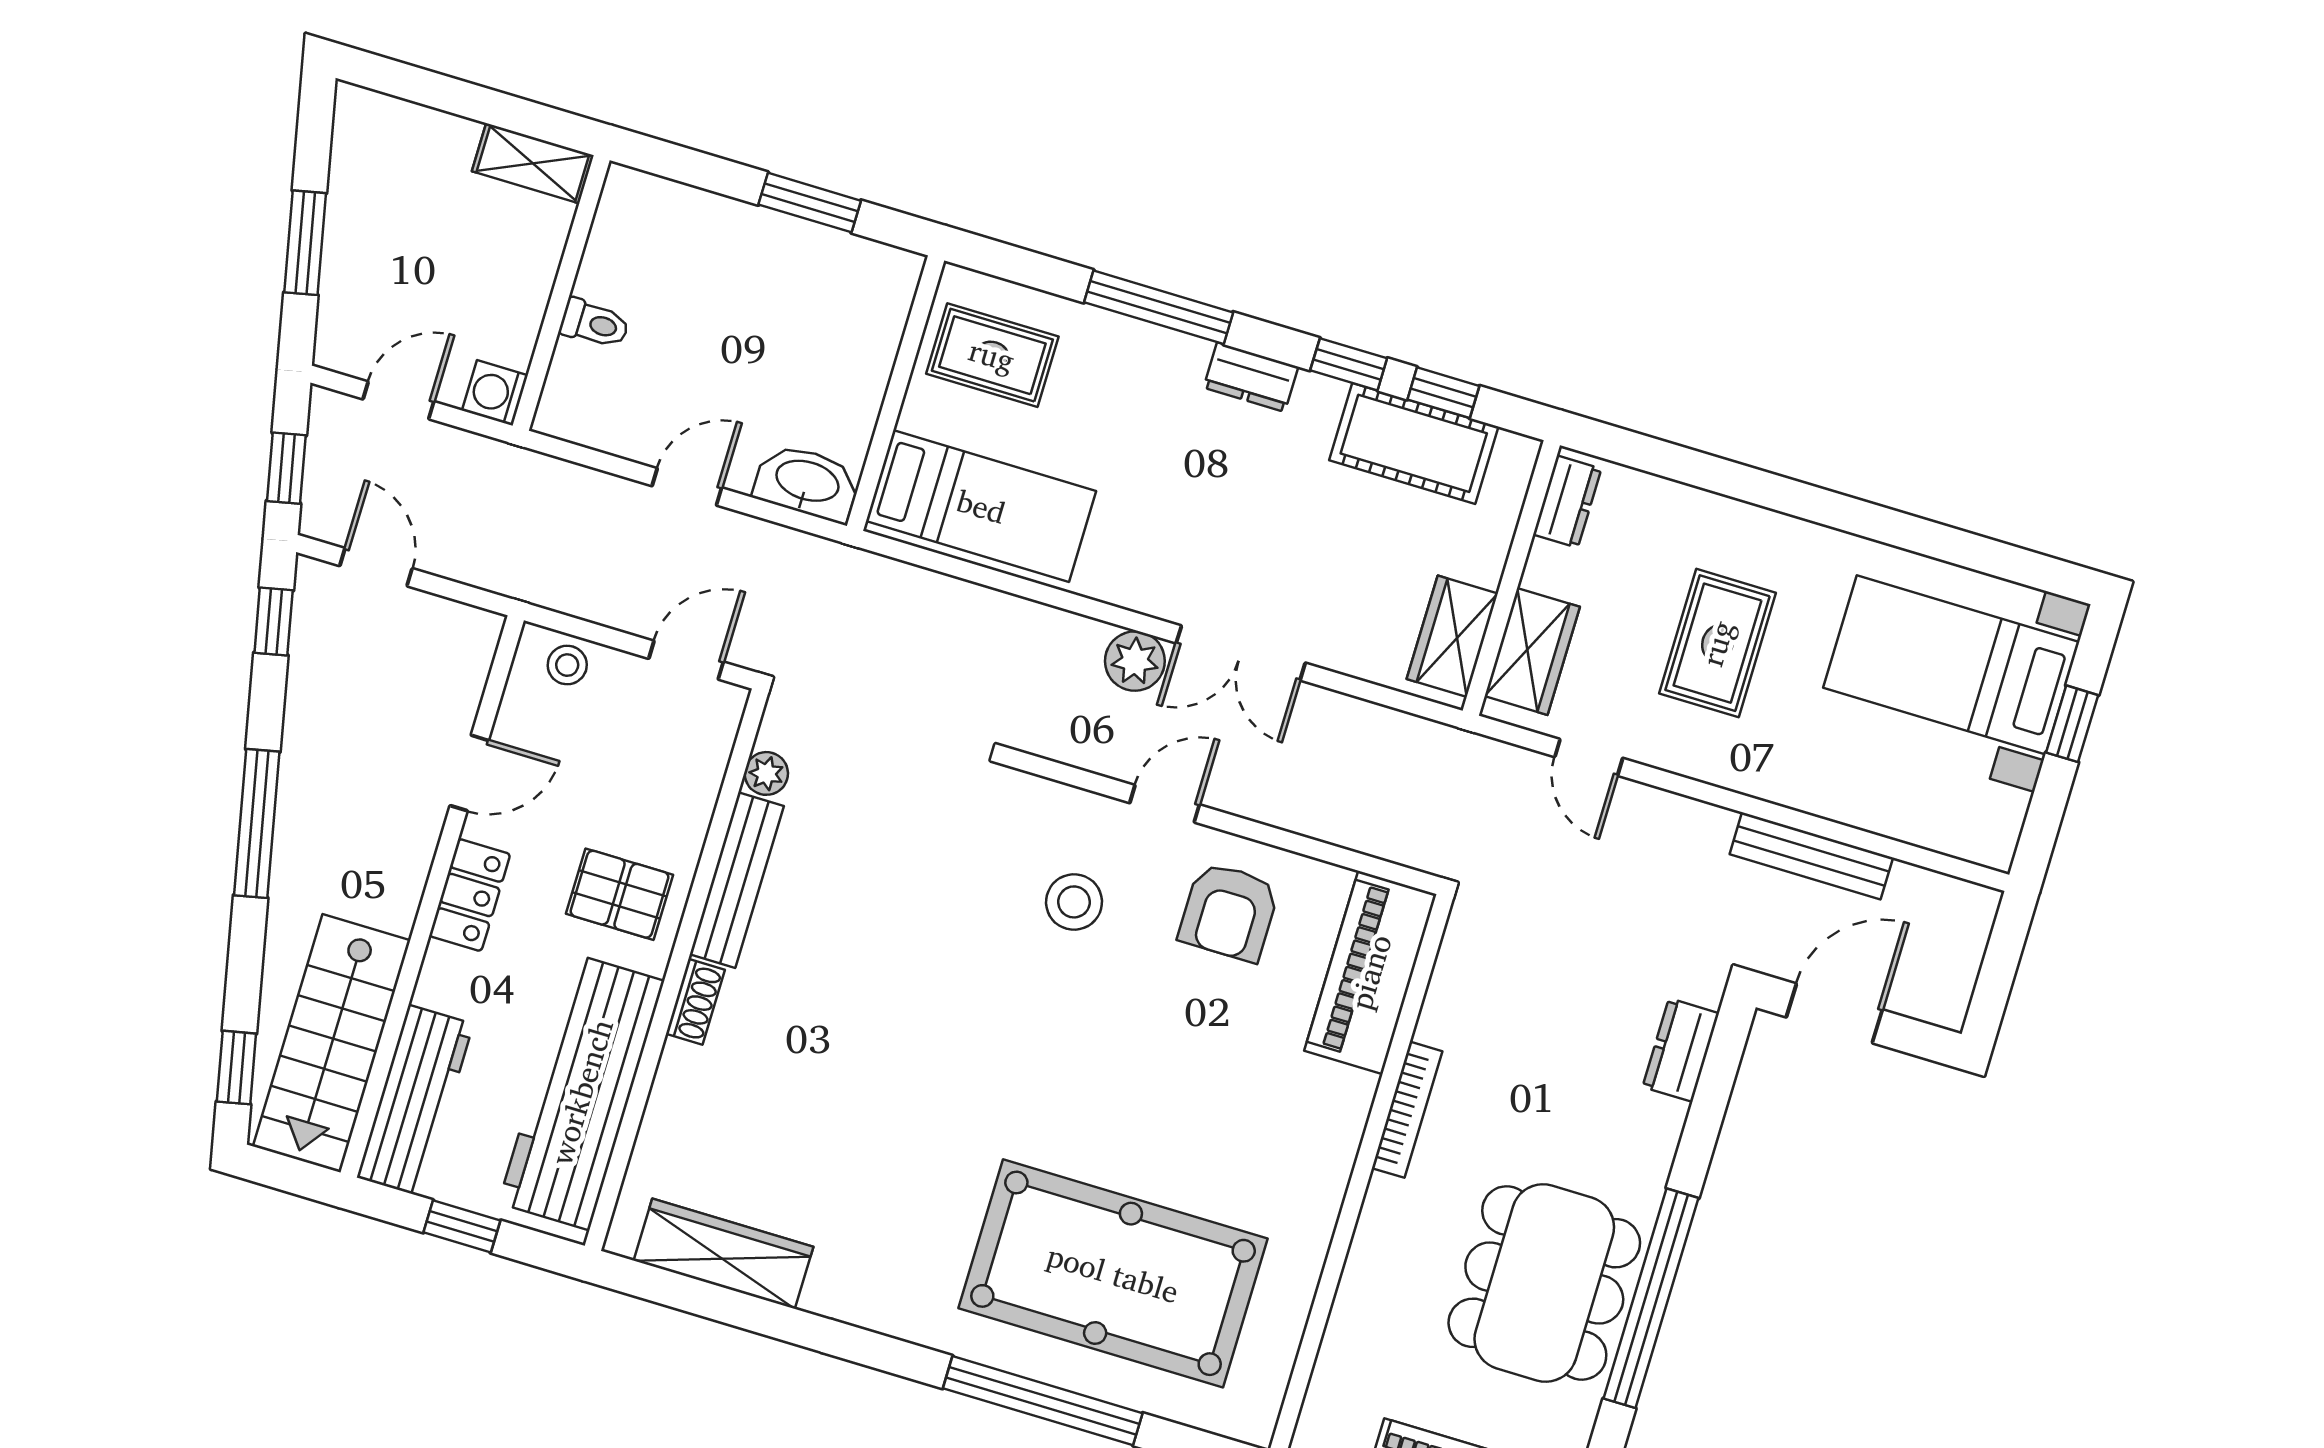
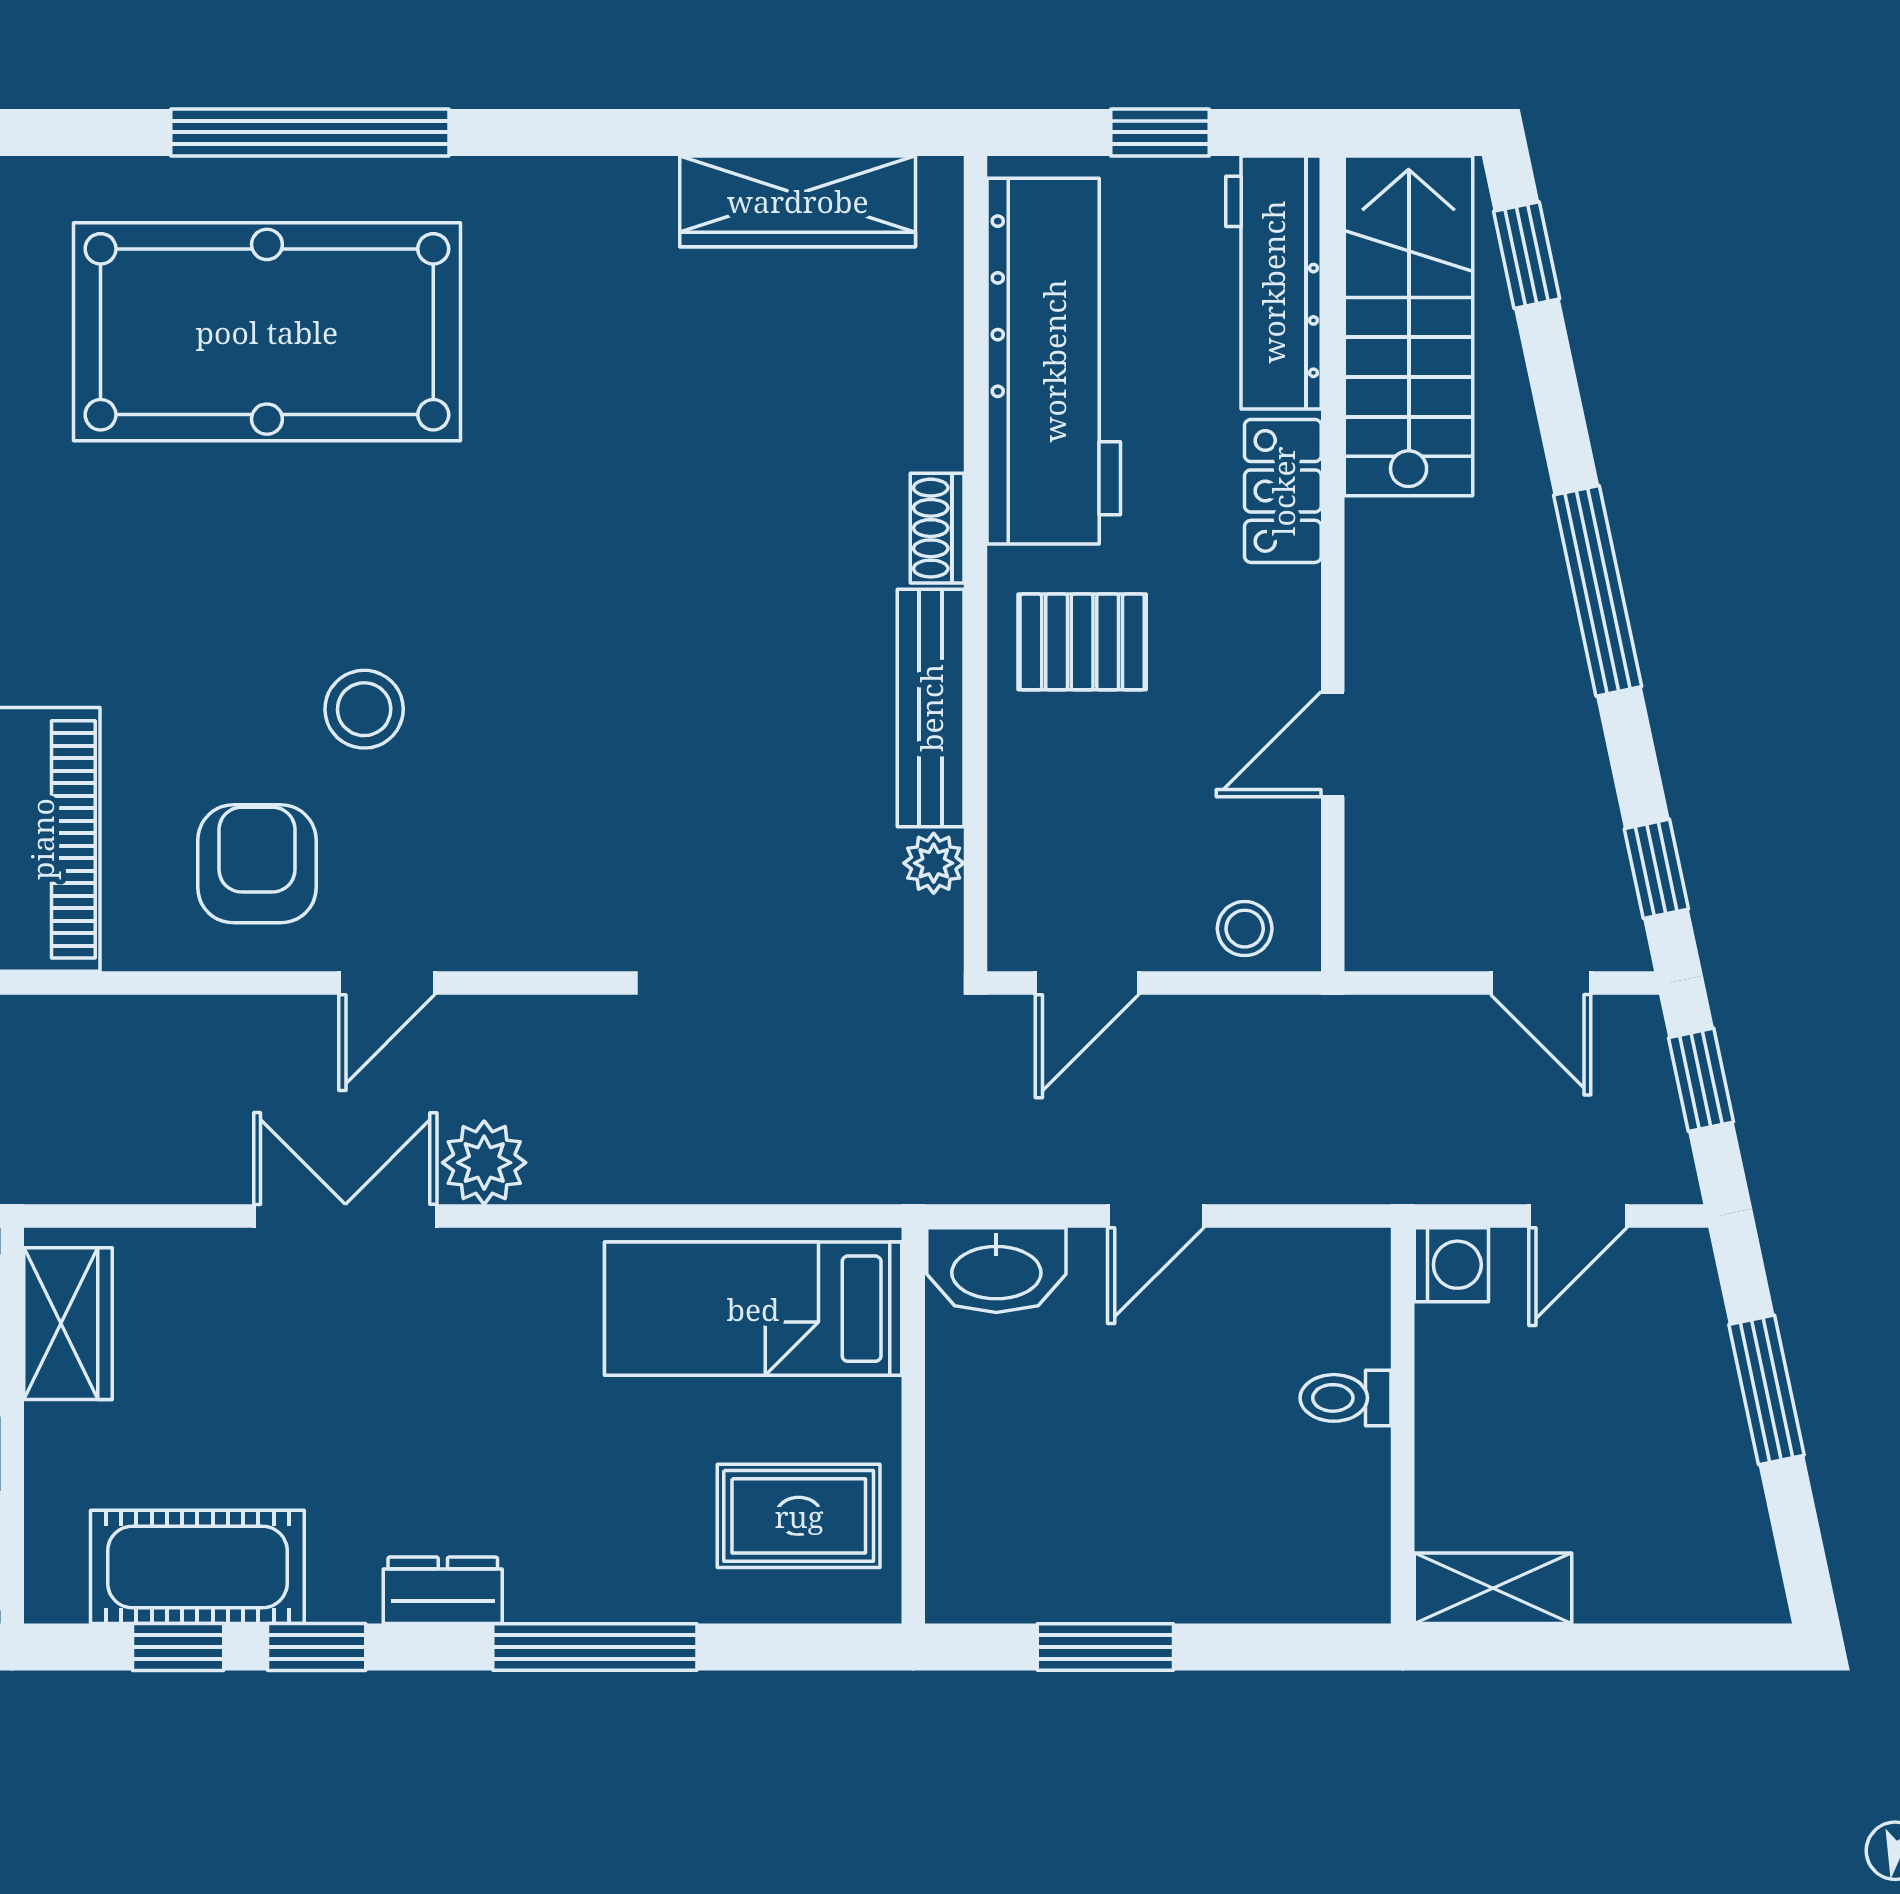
locker: (470, 895) -> (1283, 491), moved
stool: (1074, 902) -> (364, 709), moved

